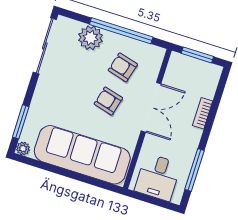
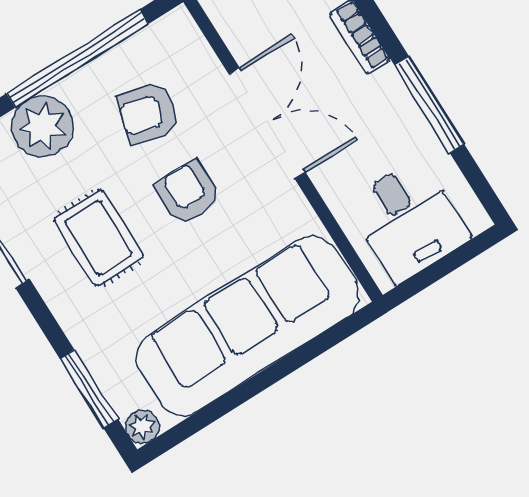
rug: (71, 85) -> (99, 238), added
armchair: (108, 101) -> (188, 193), turned 75
window: (195, 170) -> (429, 105), moved

